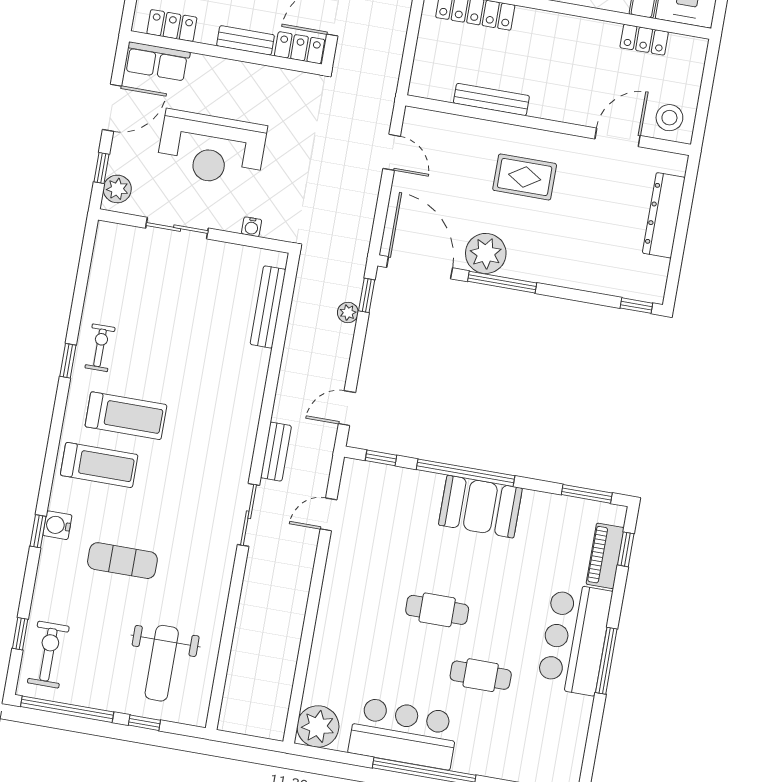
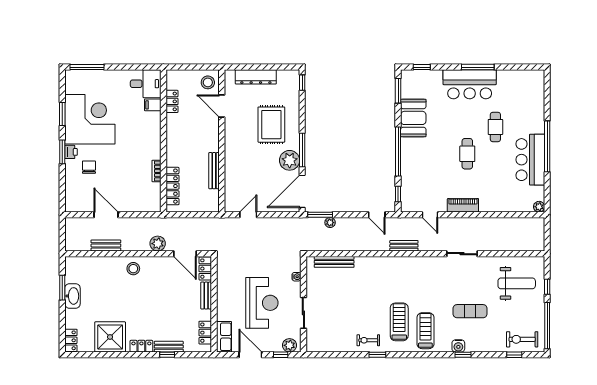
rug: (525, 177) -> (271, 125), moved, width x1.36, depth x1.43
window: (367, 295) -> (320, 215), width x1.50
booth: (480, 507) -> (413, 118), moved
sliding door: (249, 515) -> (462, 254), moved
piano: (605, 556) -> (463, 205), moved, turned 180
exercise mat: (122, 561) -> (470, 311), turned 90
plant: (318, 726) -> (539, 207), width x0.53, depth x0.53

